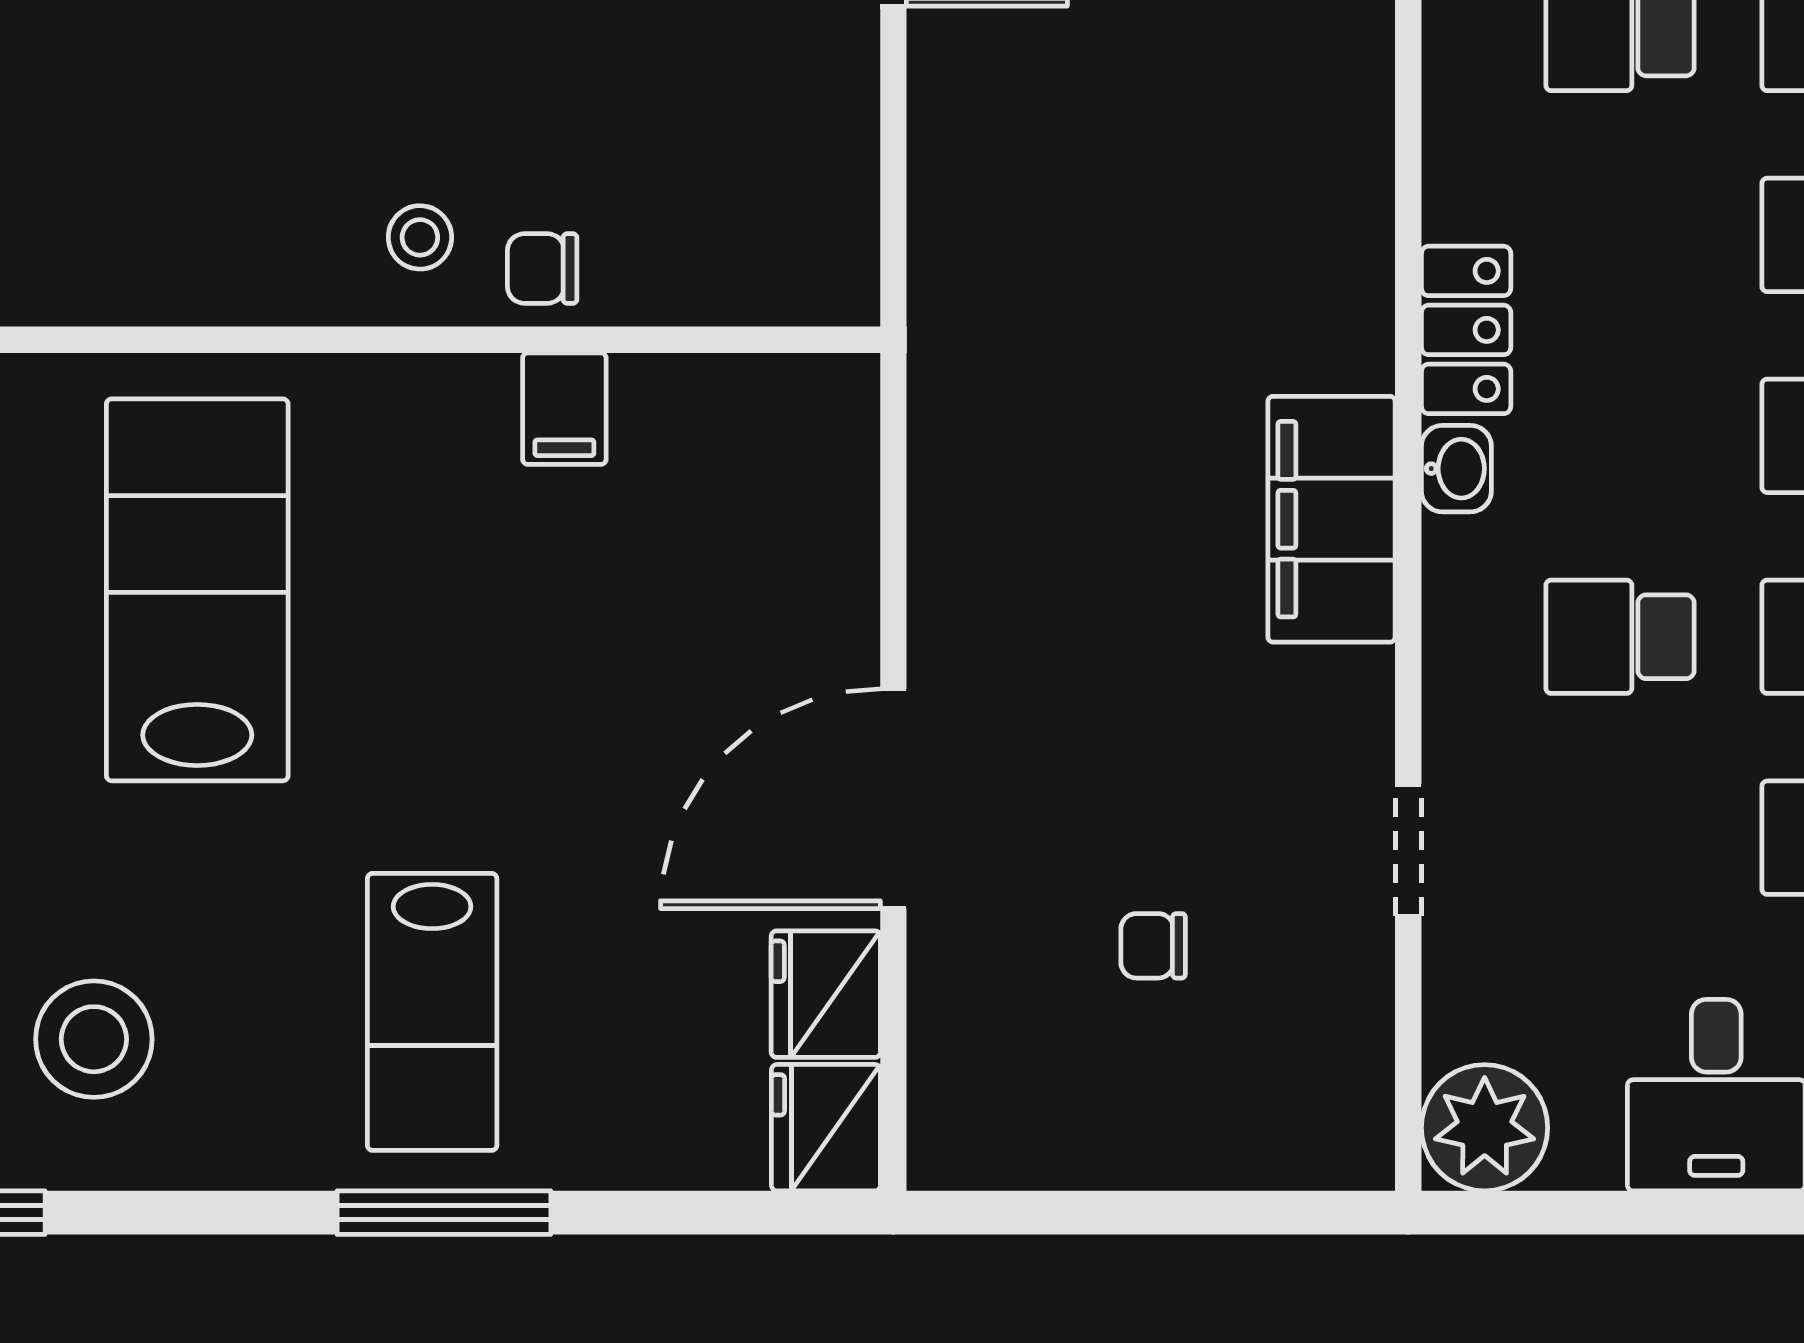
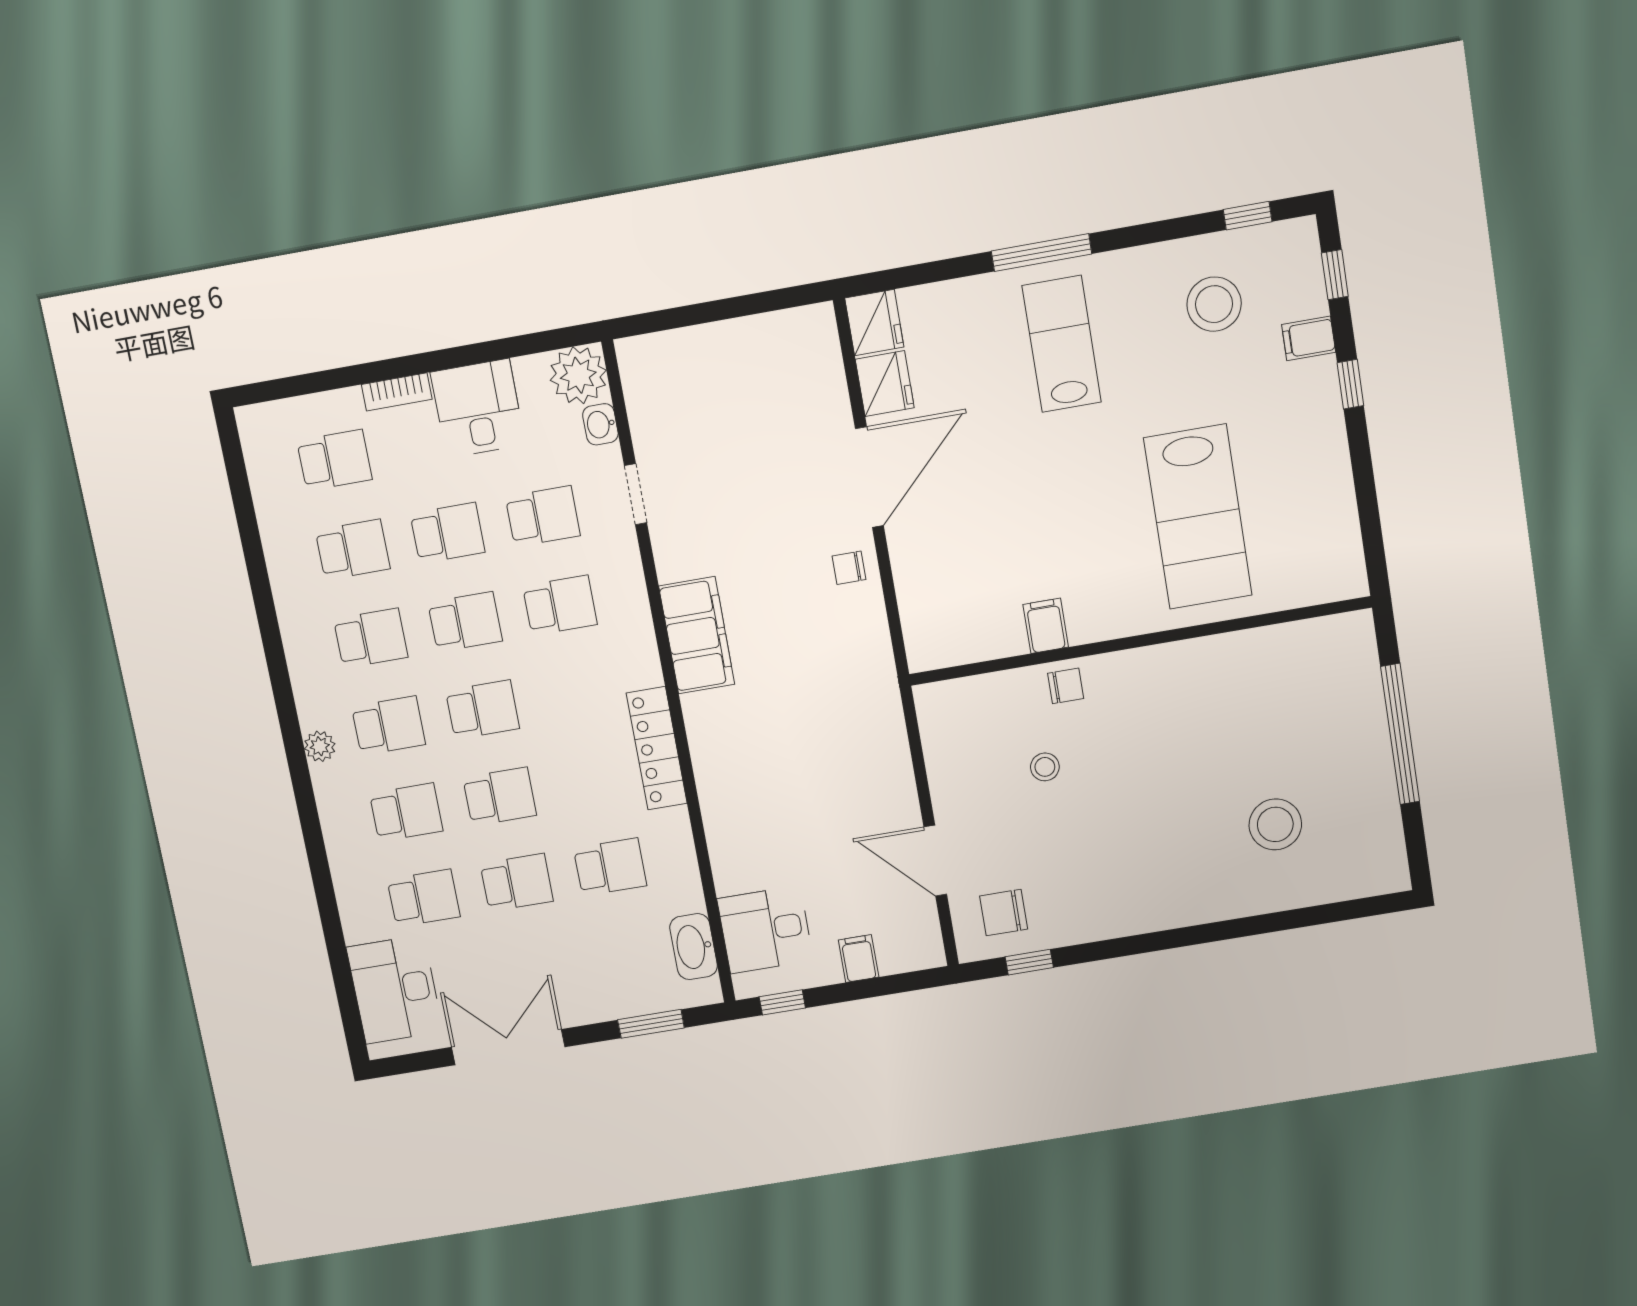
stool: (420, 237) -> (1045, 767), moved
locker: (1466, 330) -> (657, 748), width x1.53
washbasin: (1456, 469) -> (600, 424), moved
school desk: (1620, 838) -> (543, 516), added
chair: (1153, 946) -> (849, 568), moved, turned 180

